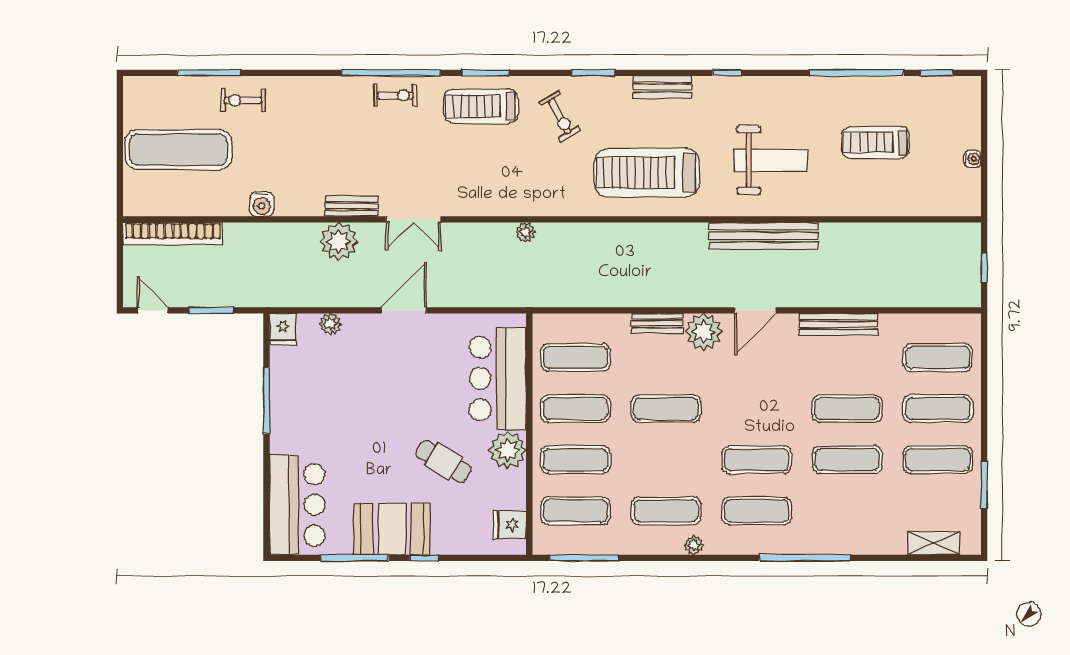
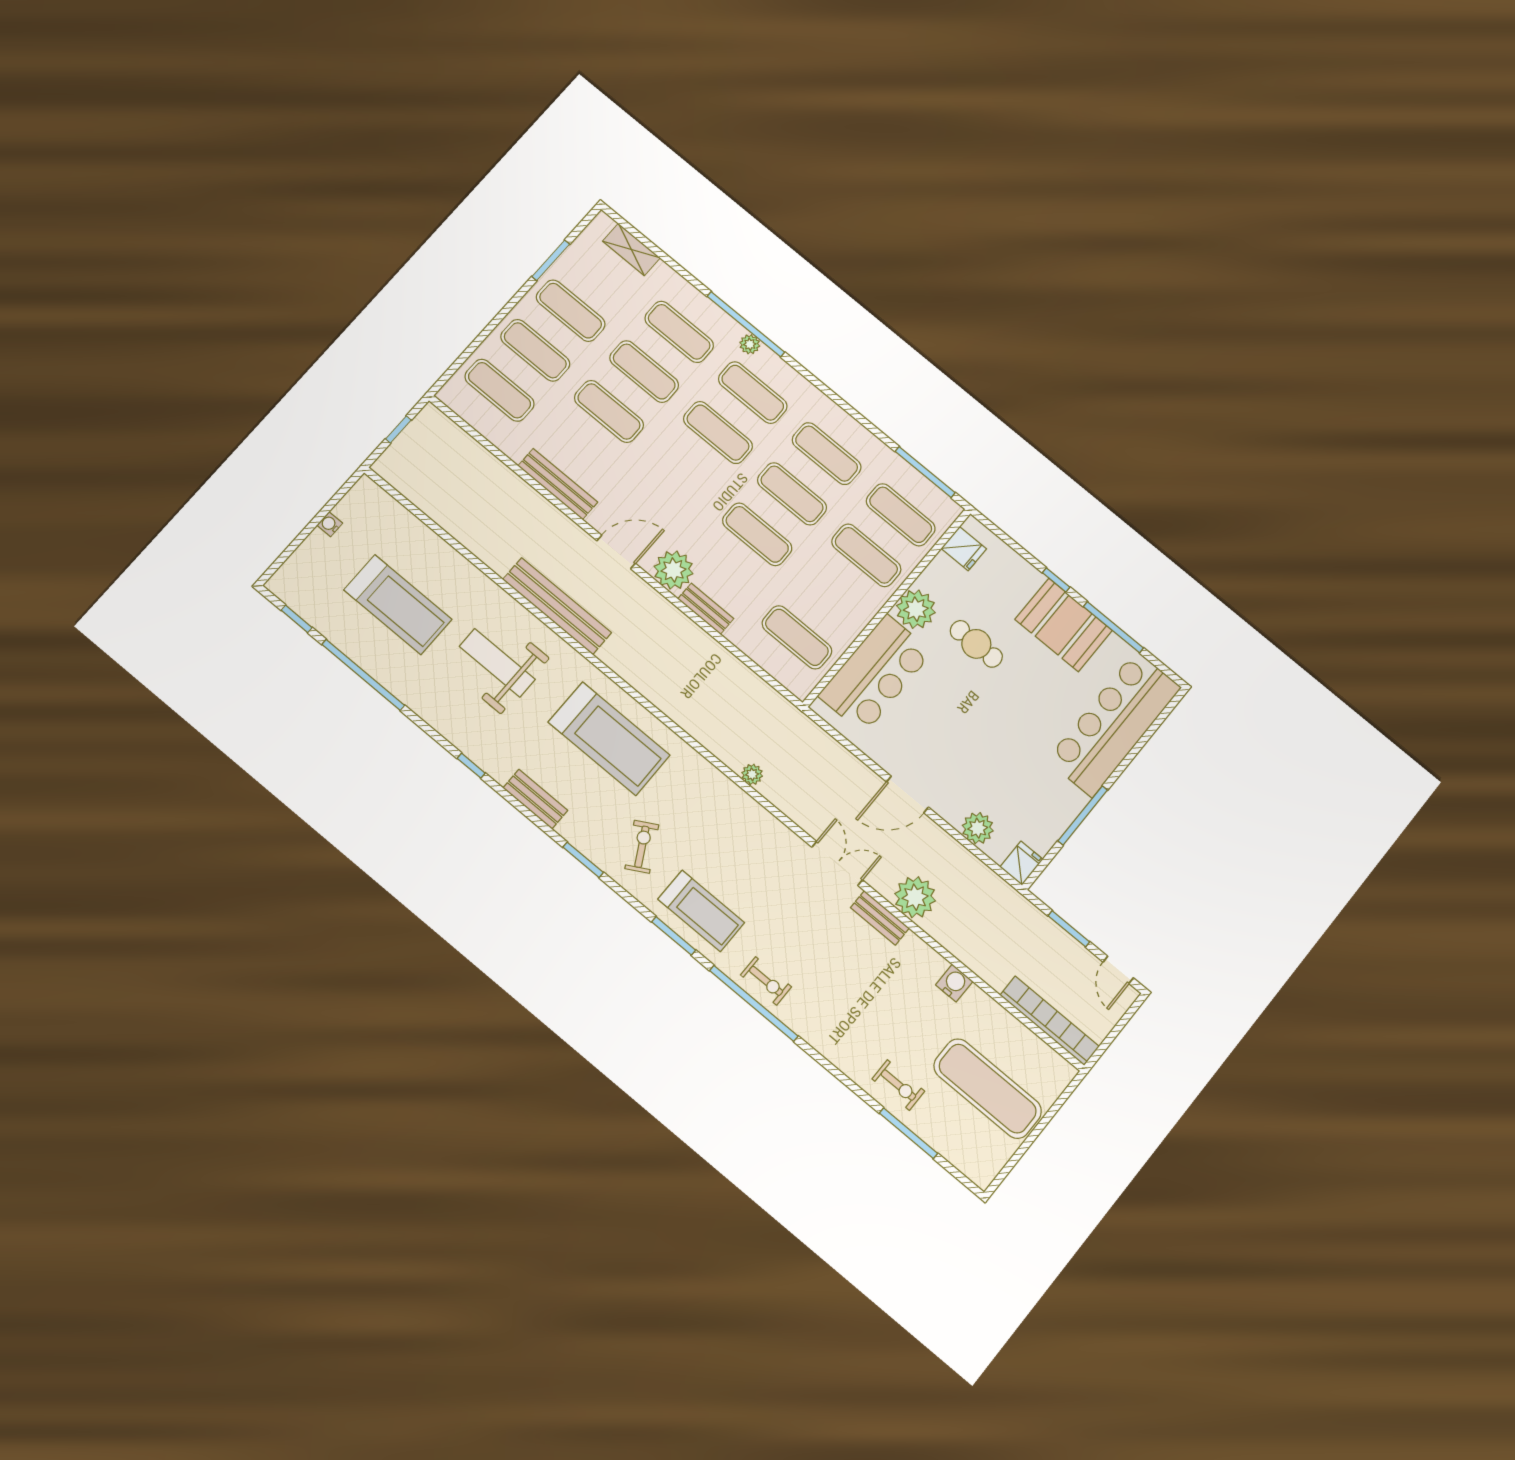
exercise bike: (395, 95) -> (766, 981), turned 180
treadmill: (875, 142) -> (398, 605), width x1.37, depth x1.38
plant: (330, 324) -> (978, 828), width x1.38, depth x1.38
exercise mat: (575, 409) -> (792, 494), moved
cafe table: (444, 461) -> (976, 644), turned -31
bar counter: (297, 505) -> (1114, 724), width x1.36
exercise mat: (847, 511) -> (679, 332), added
plant: (694, 545) -> (750, 344), moved

